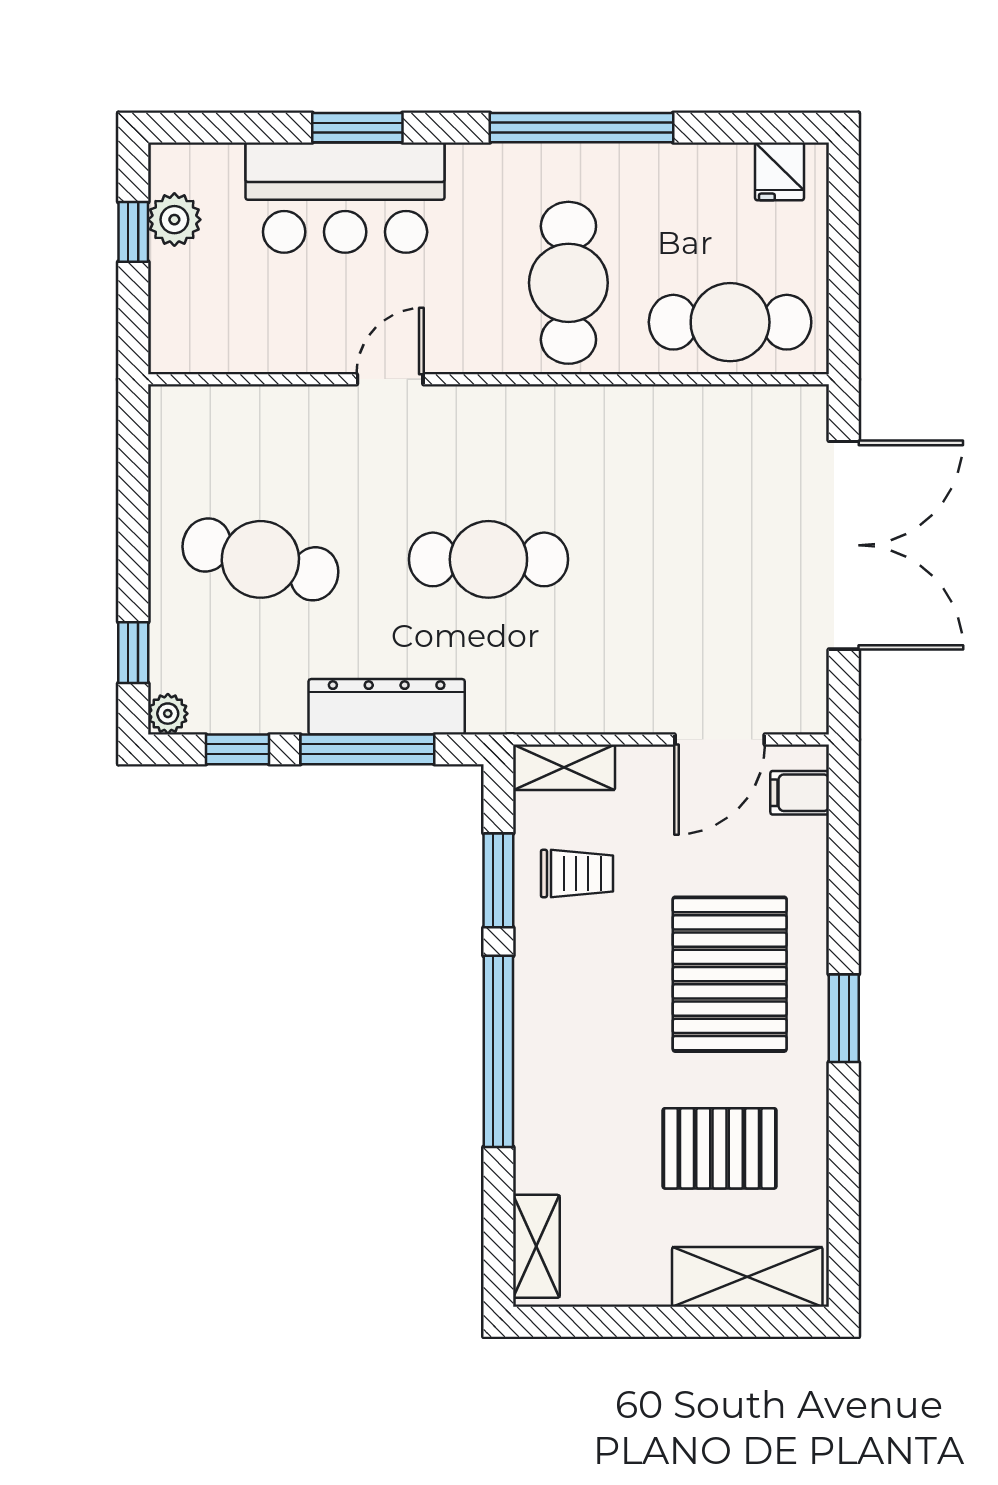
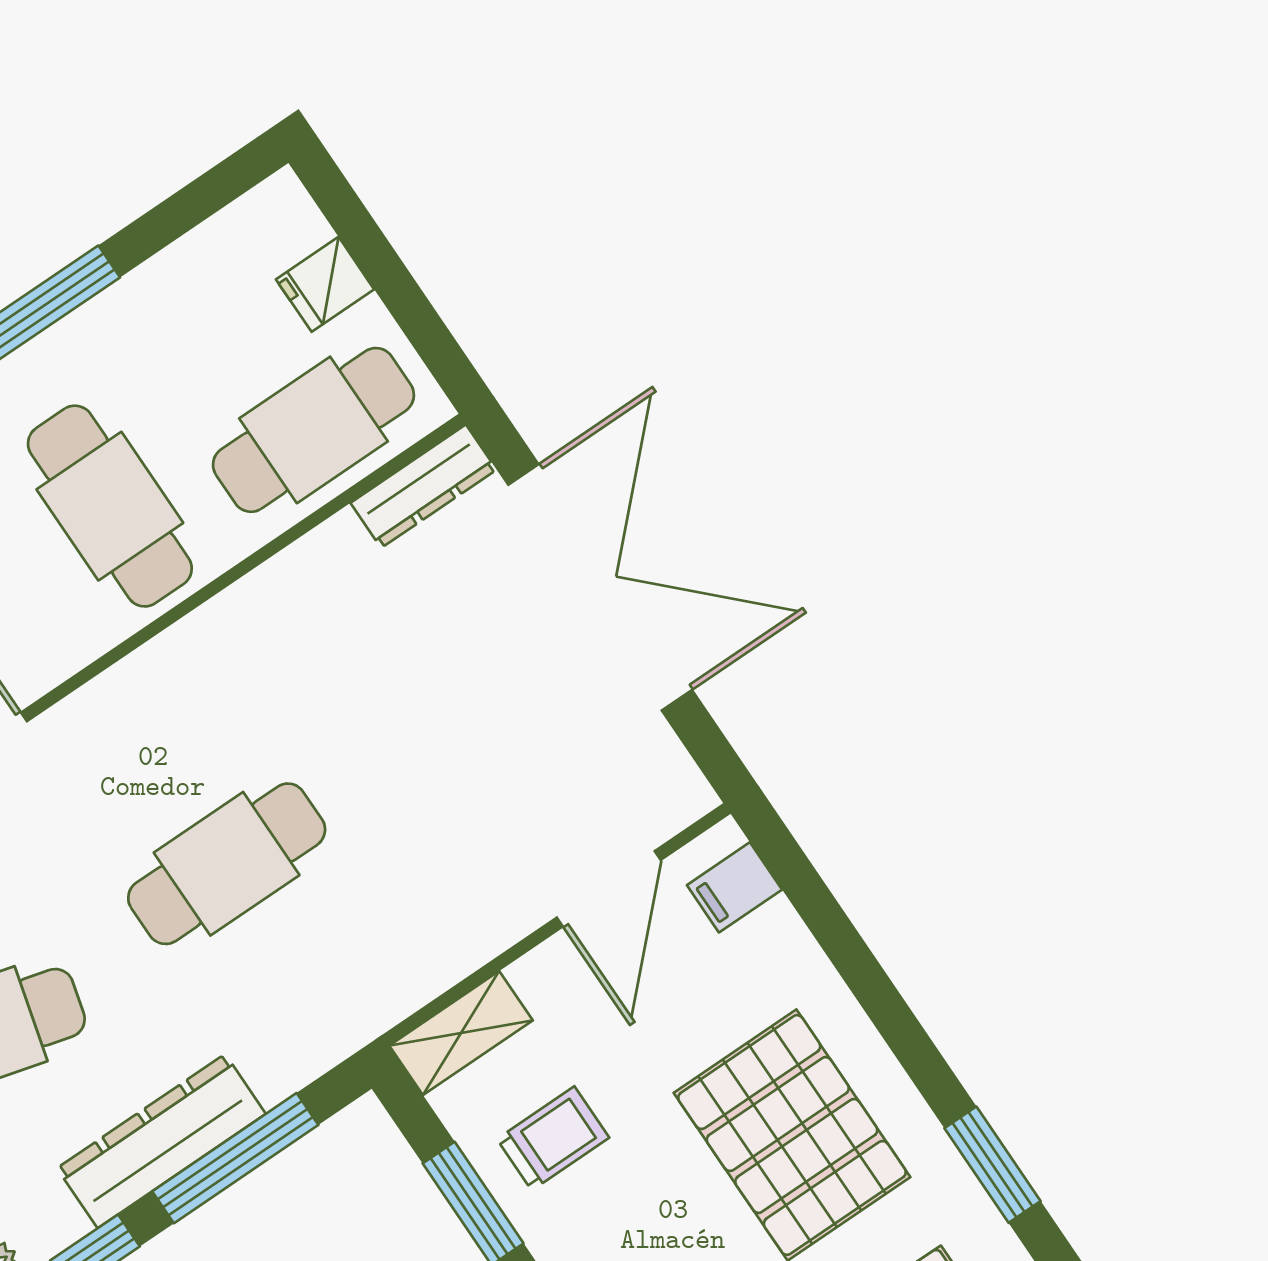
fridge: (780, 171) -> (325, 284), moved, turned 90
dresser: (775, 405) -> (424, 486), added
dresser: (387, 707) -> (161, 1141), moved
window: (844, 1018) -> (993, 1165), moved

